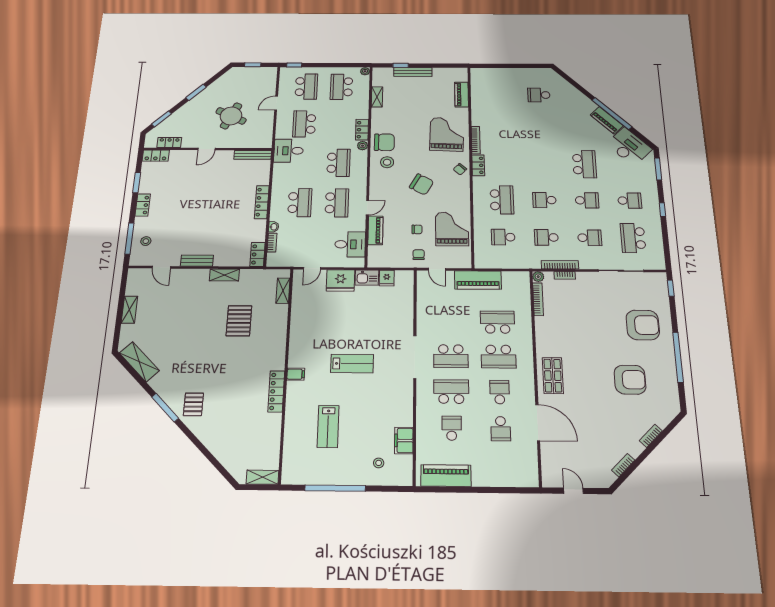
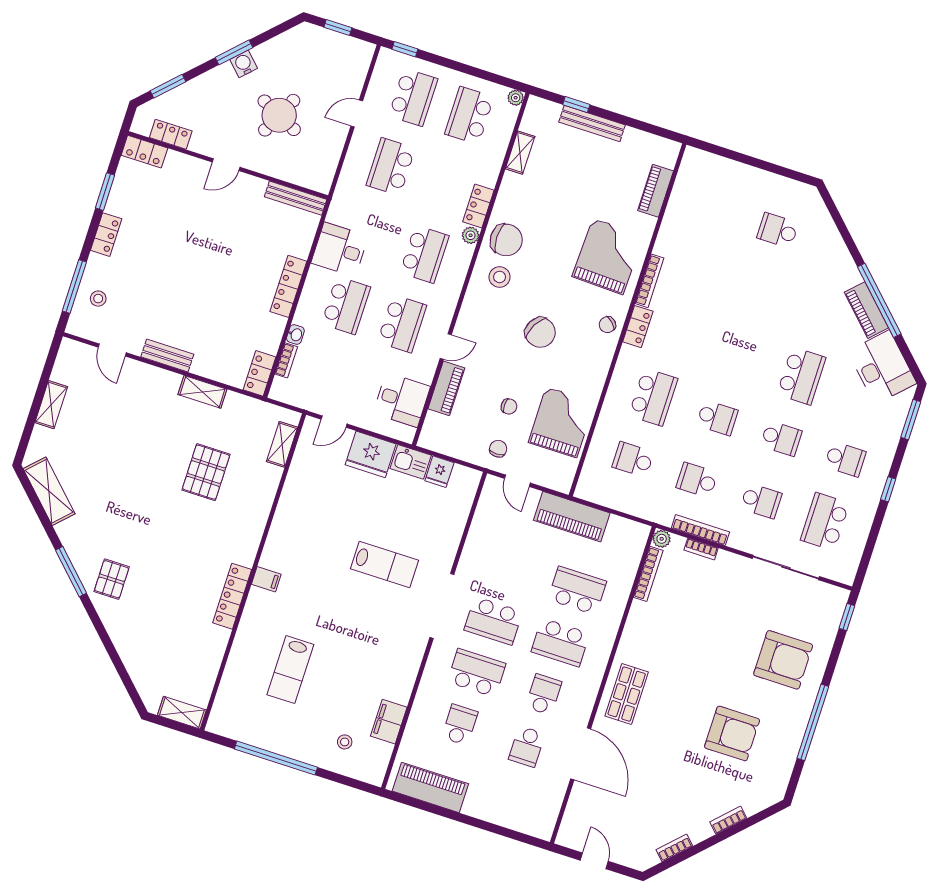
water cooler: (203, 96) -> (244, 64), added
desk: (289, 151) -> (340, 250), moved
school desk: (544, 200) -> (717, 418), turned 180
lab bench: (352, 364) -> (385, 564), moved

